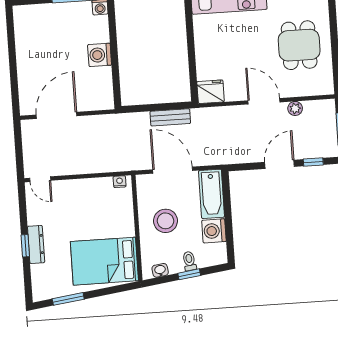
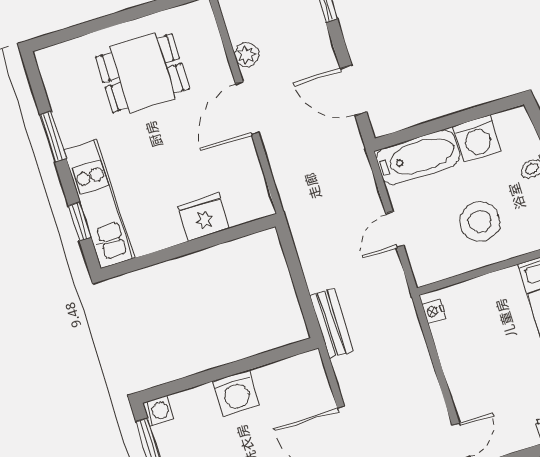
fridge: (211, 92) -> (204, 217), moved, turned 90
bench: (170, 117) -> (332, 323), moved
door: (279, 164) -> (353, 90), moved
door: (173, 170) -> (395, 230), width x0.53

